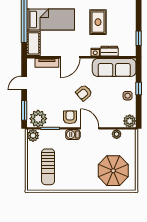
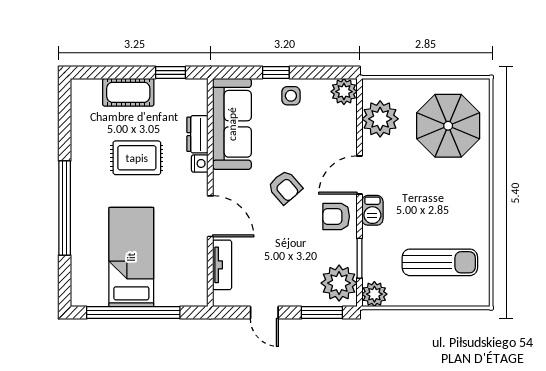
cot: (34, 43) -> (128, 92), moved
plant: (117, 134) -> (380, 119), width x1.88, depth x1.88

